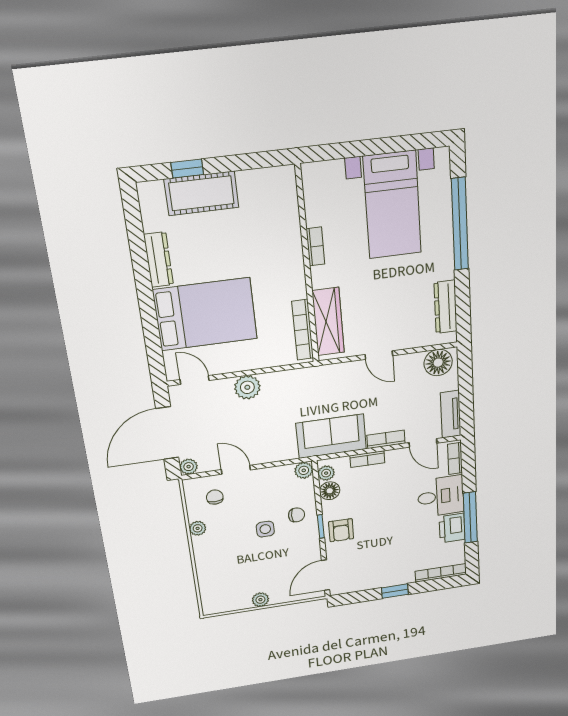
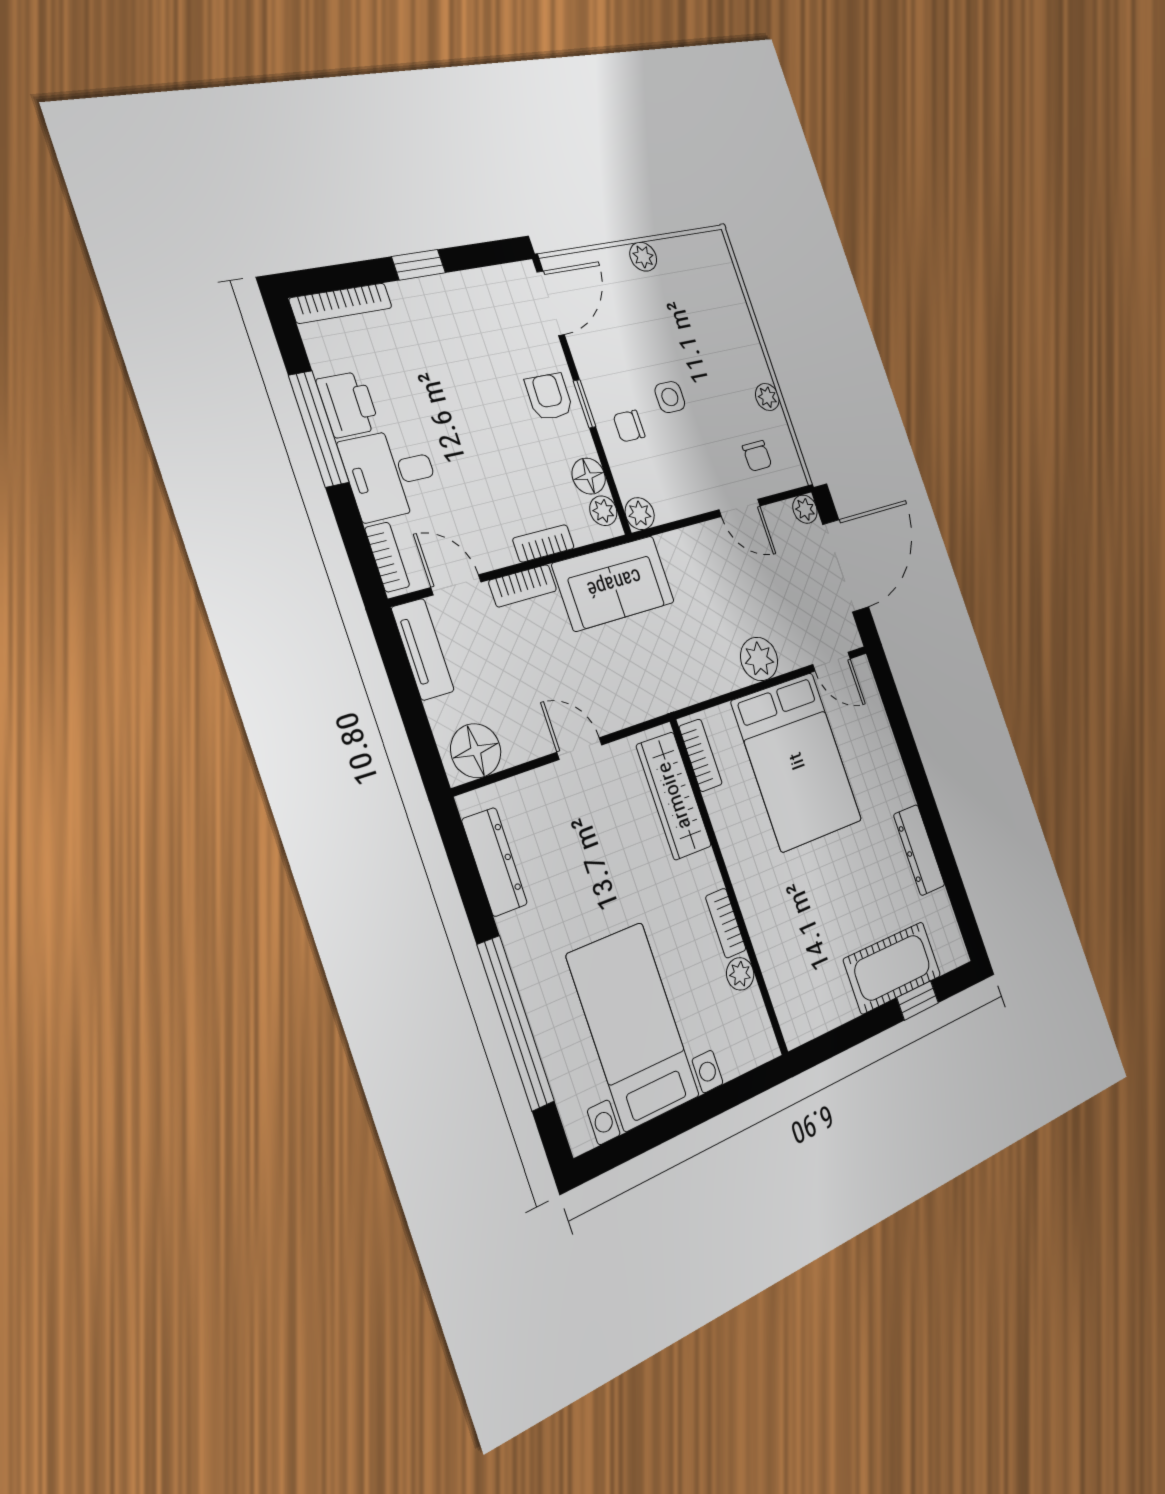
plant: (314, 216) -> (740, 974), added
bed: (205, 314) -> (797, 761), moved, turned -90
bookcase: (303, 330) -> (701, 755), width x0.64

